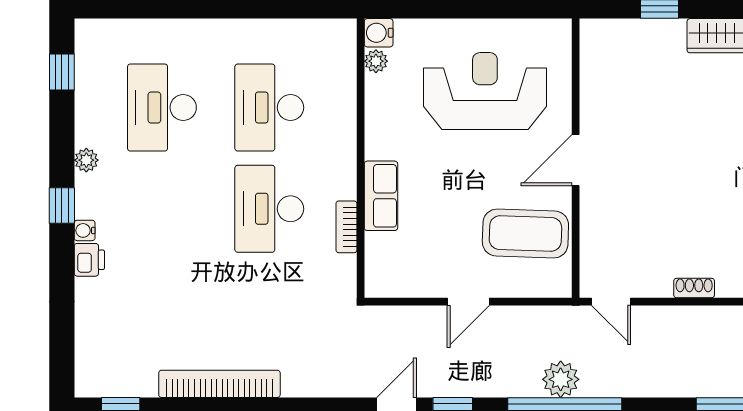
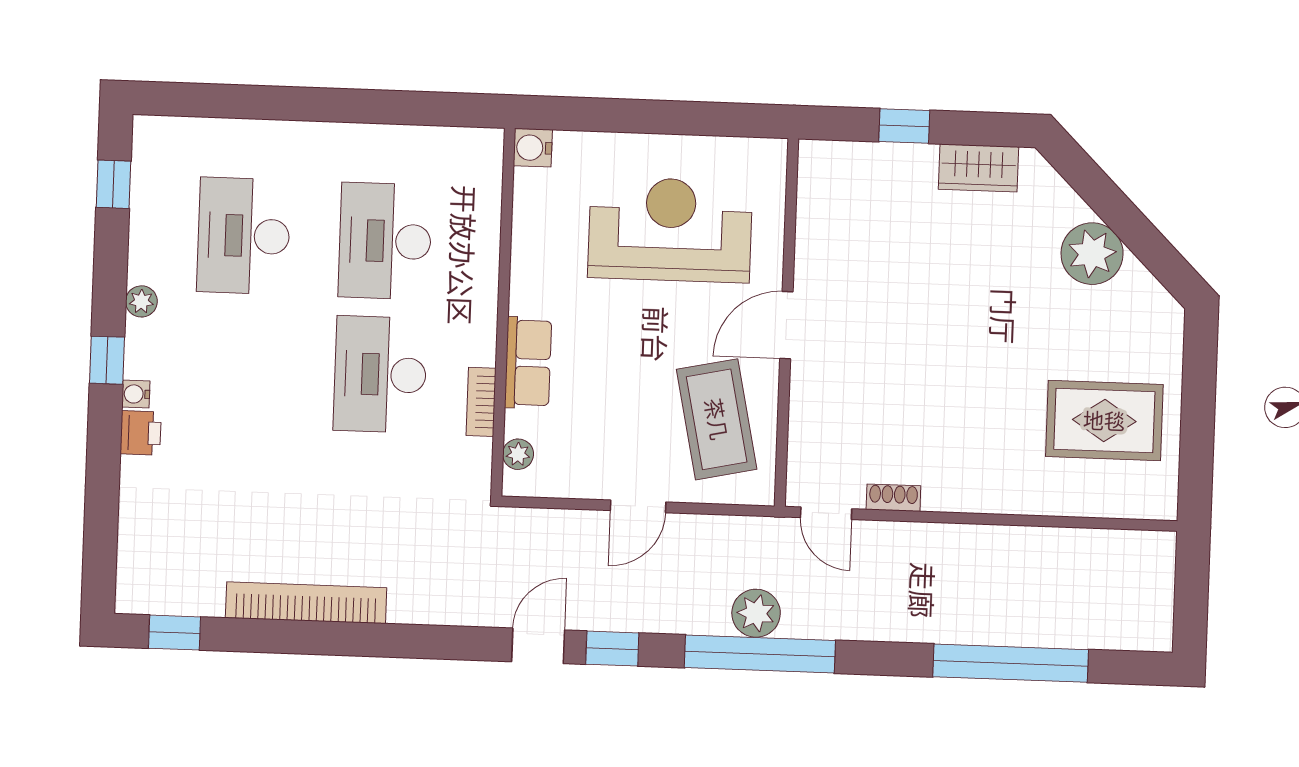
plant: (376, 61) -> (518, 454), moved
coffee table: (525, 233) -> (717, 419), turned 76
shoe rack: (694, 288) -> (893, 498), moved

